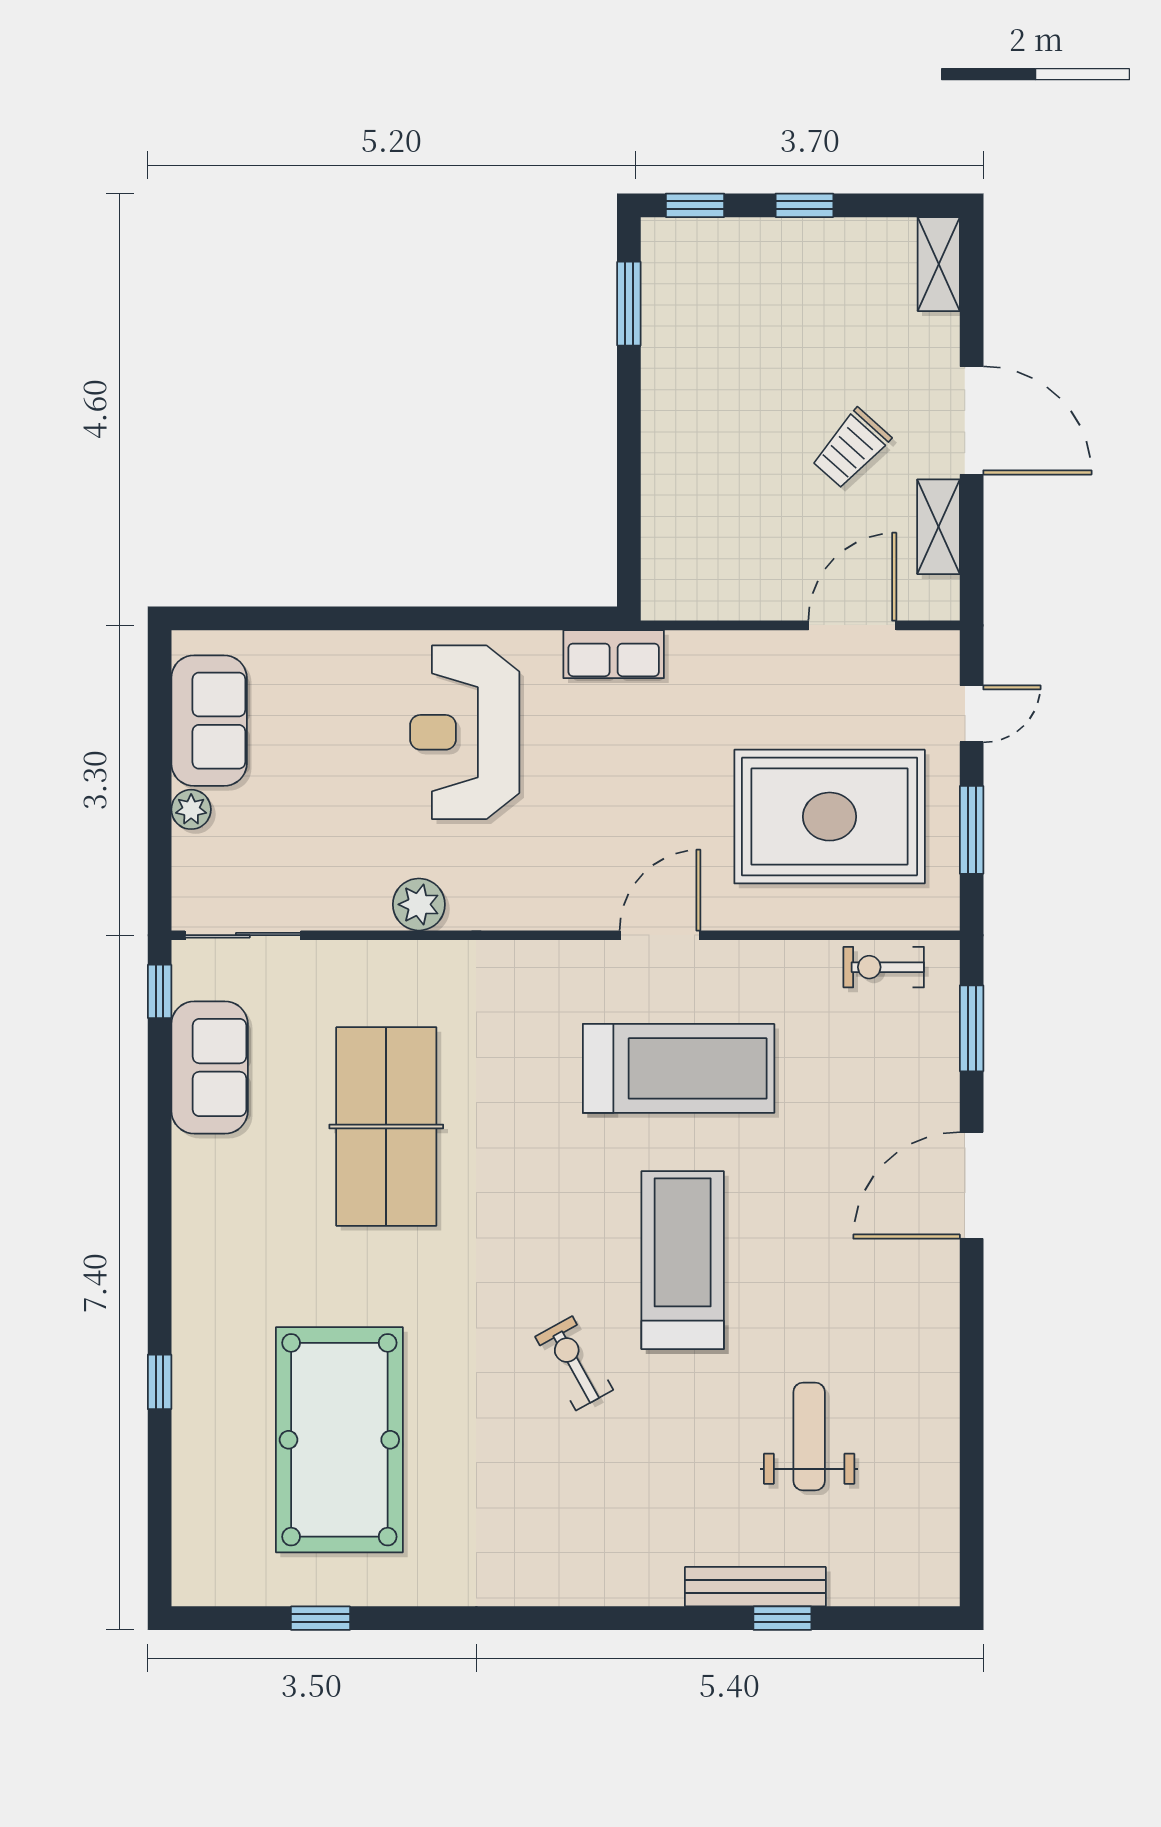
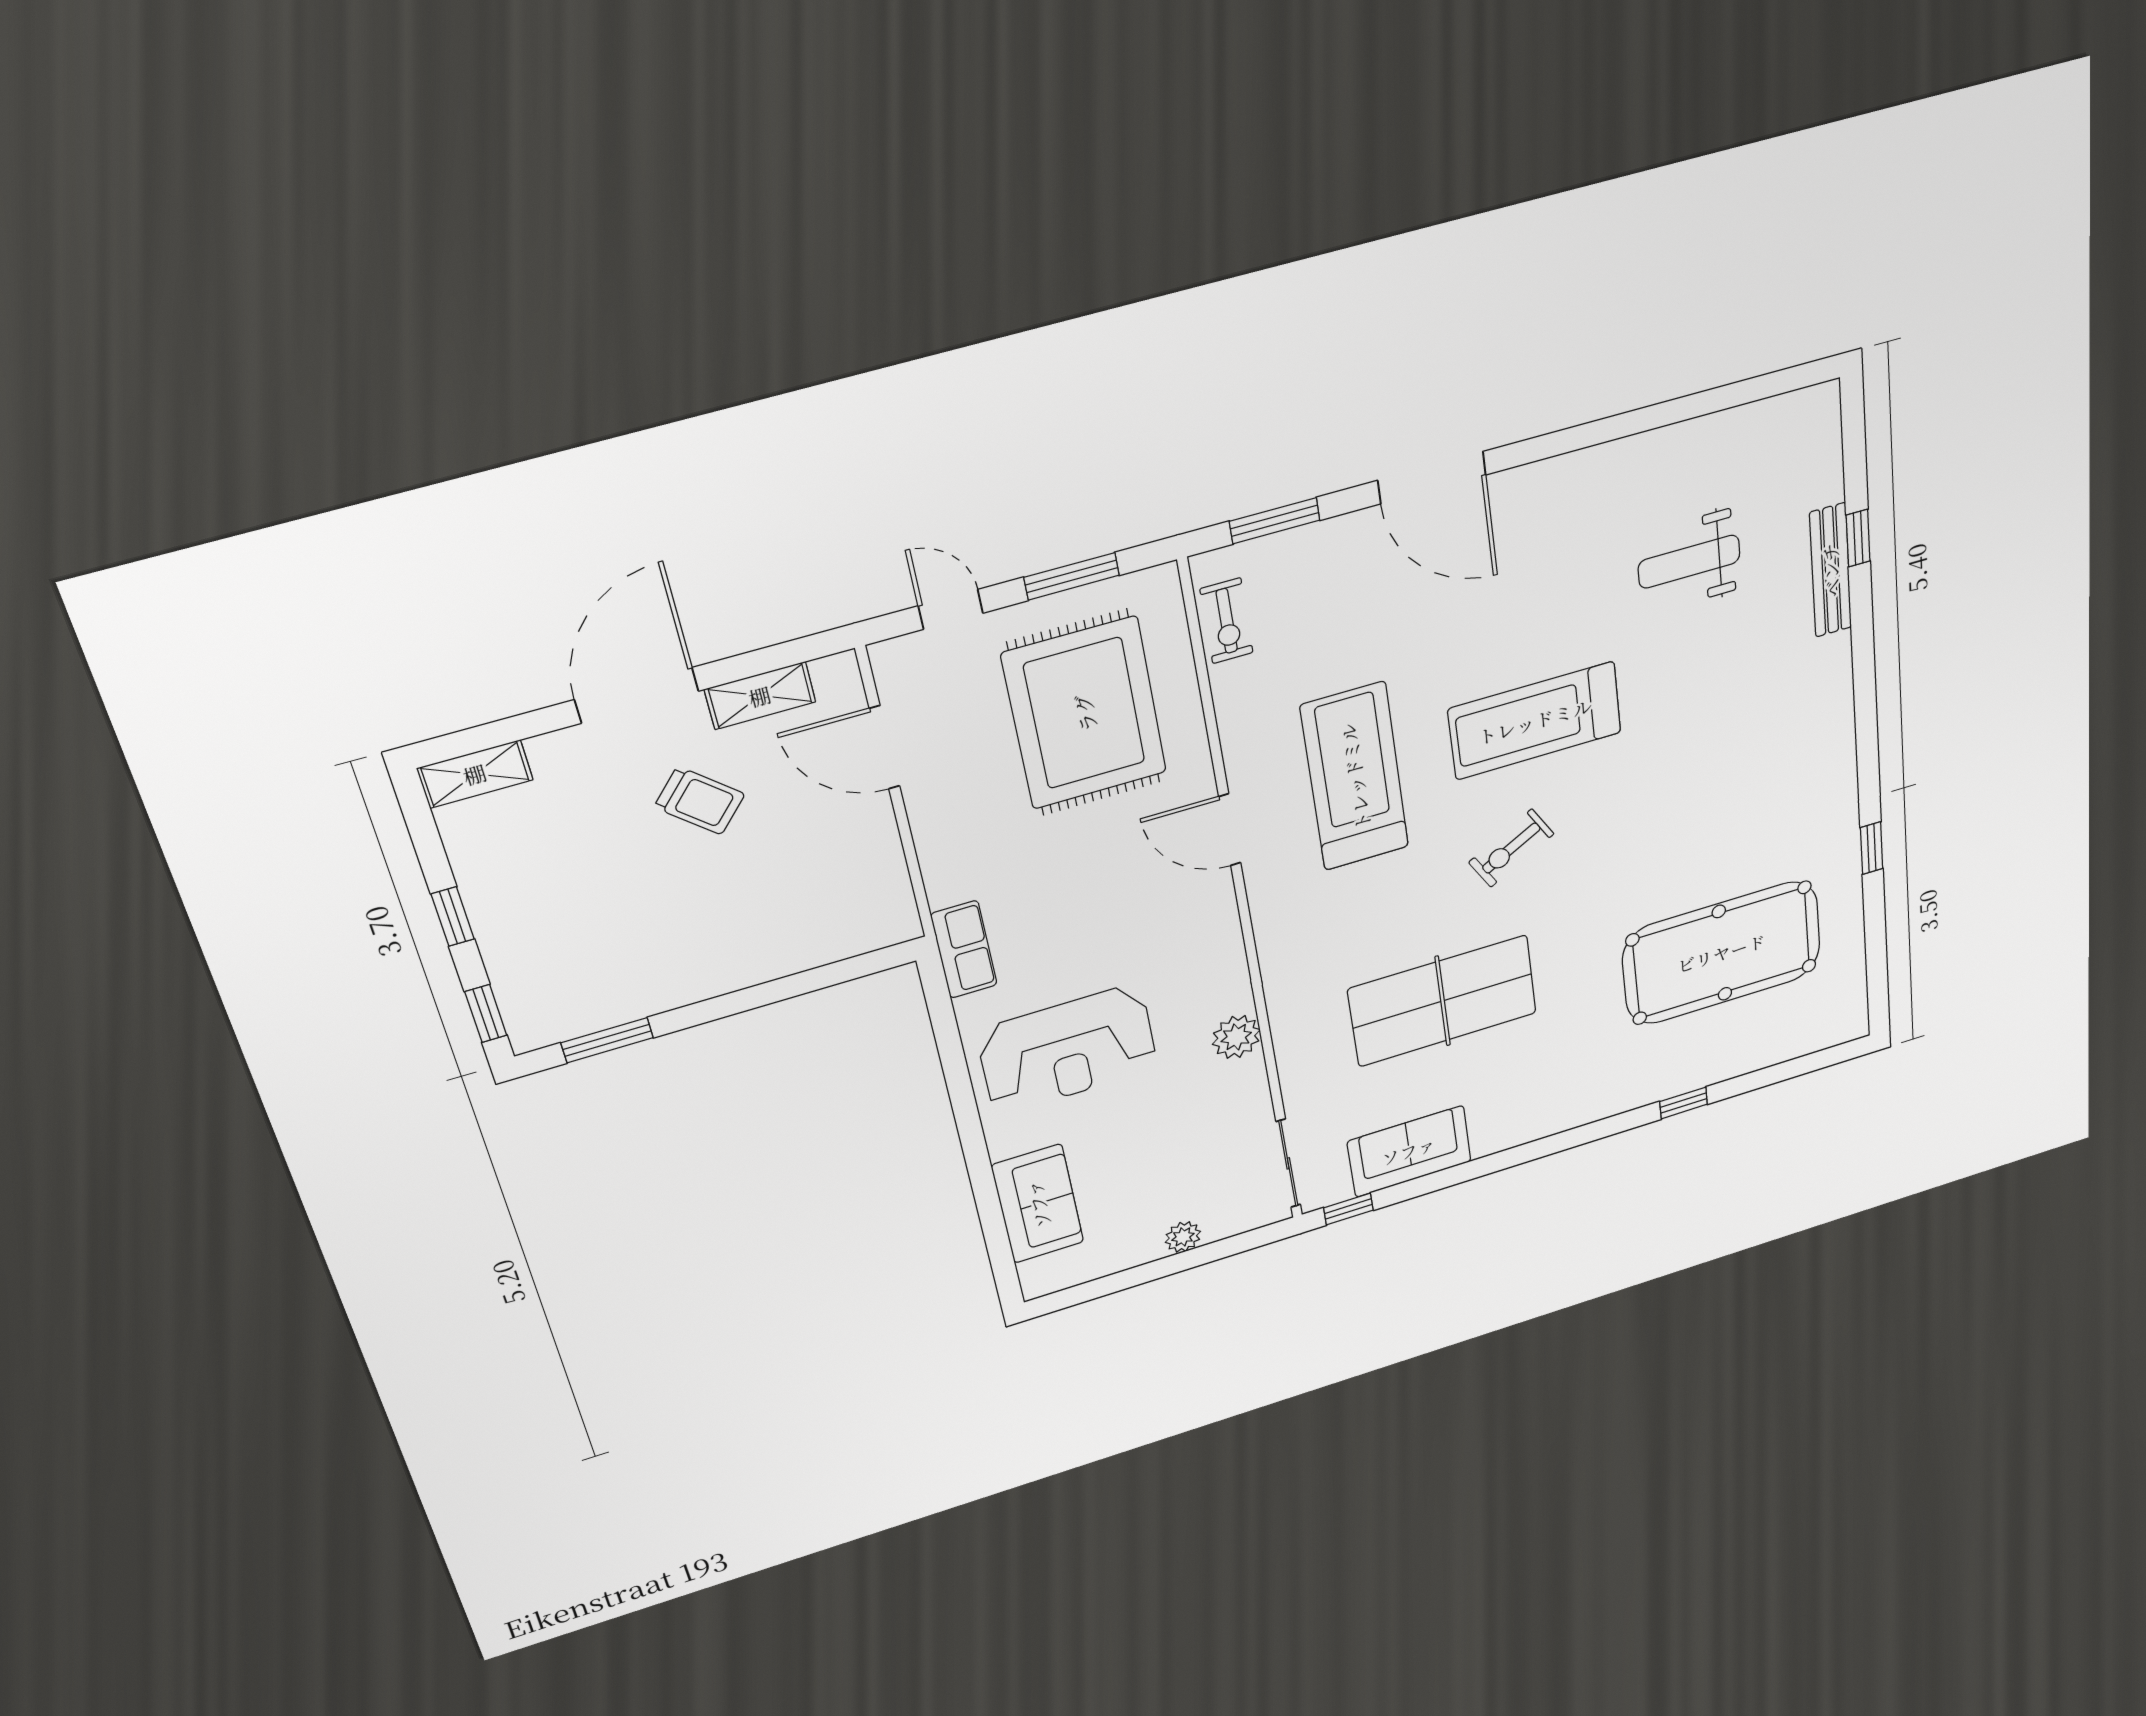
sofa: (209, 721) -> (1038, 1204), moved, turned 90
exercise bike: (574, 1363) -> (1511, 848), moved
window: (320, 1618) -> (1872, 848), moved

